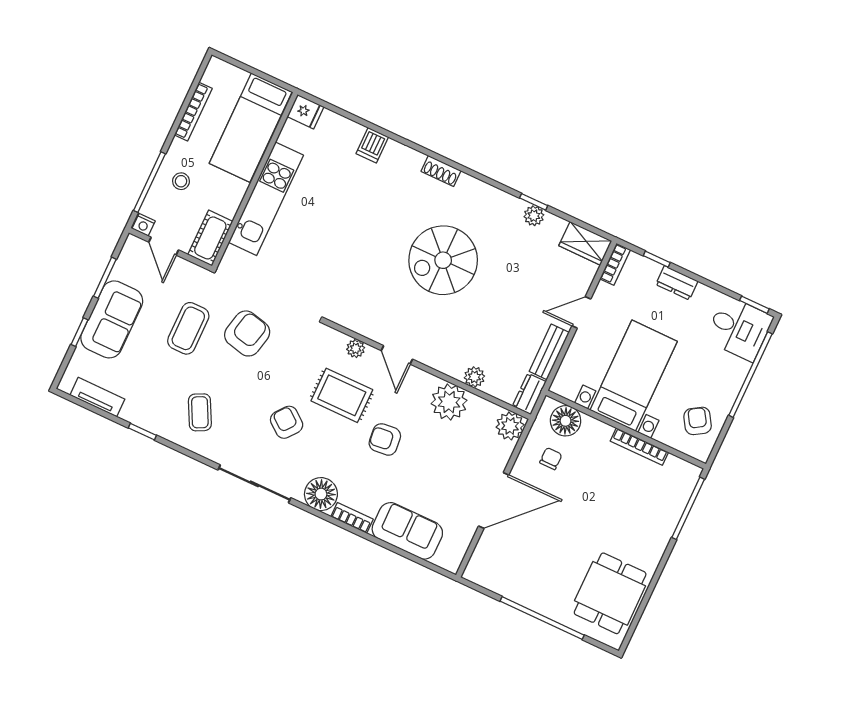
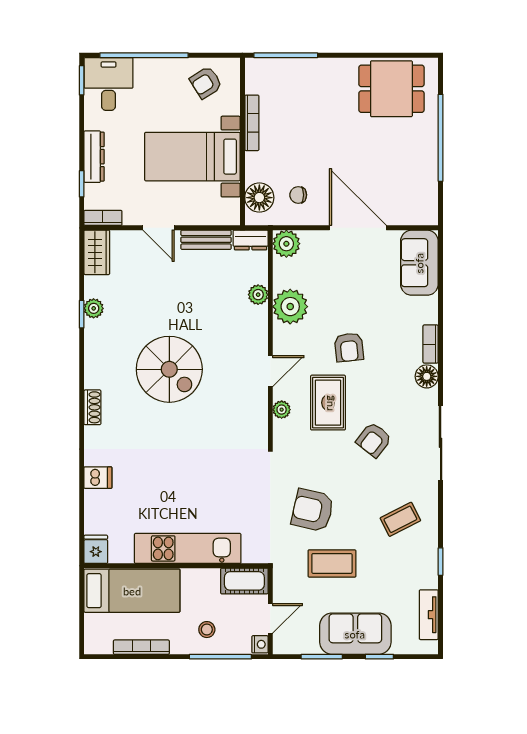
dresser: (677, 283) -> (94, 157), width x1.44
floor lamp: (321, 494) -> (427, 376), width x0.73, depth x0.73
sofa: (407, 531) -> (419, 263), moved

